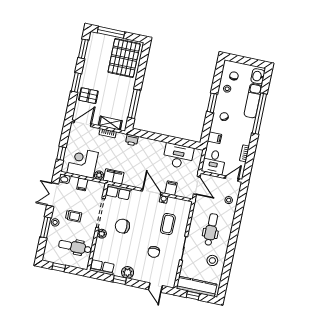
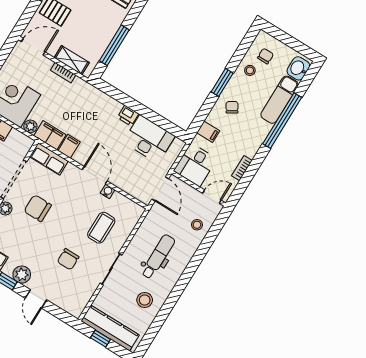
printer: (132, 140) -> (128, 116), moved
filing cabinet: (171, 188) -> (69, 146), moved
door: (155, 288) -> (36, 299), moved

